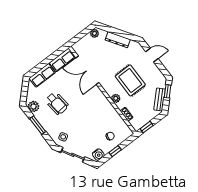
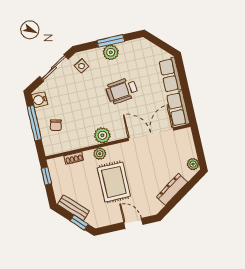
door: (152, 55) -> (133, 223), swing flipped
rug: (130, 80) -> (114, 182), turned 90
plant: (103, 102) -> (102, 135), added
wheelchair: (57, 103) -> (122, 91), moved
plant: (34, 106) -> (111, 52), moved
window: (115, 151) -> (34, 123), width x2.17

